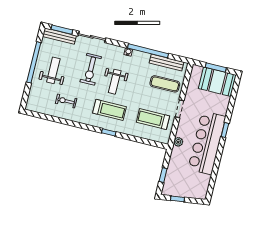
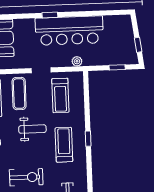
weight bench: (115, 82) -> (32, 129), moved

